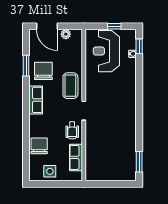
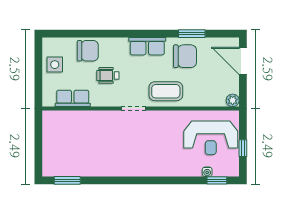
door: (47, 26) -> (243, 61), hinge flipped
plant: (66, 34) -> (233, 100), moved
reception desk: (106, 51) -> (211, 138), turned 180
wheelchair: (72, 130) -> (108, 75), moved

